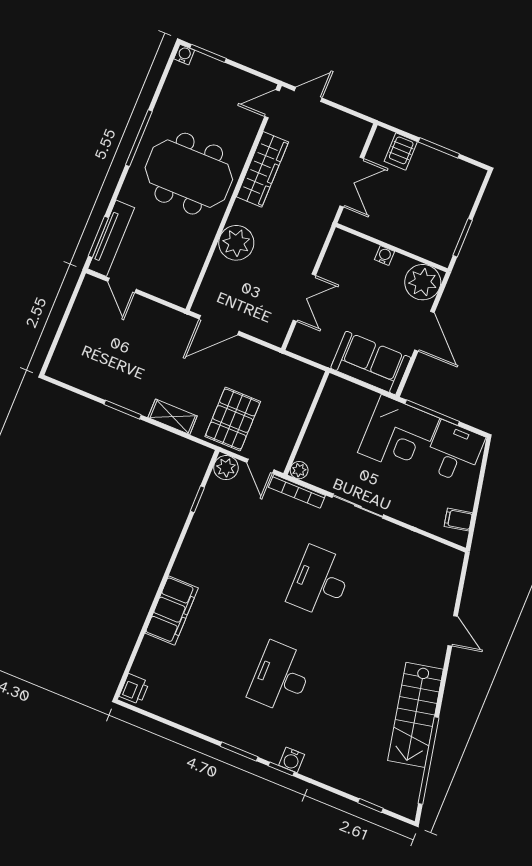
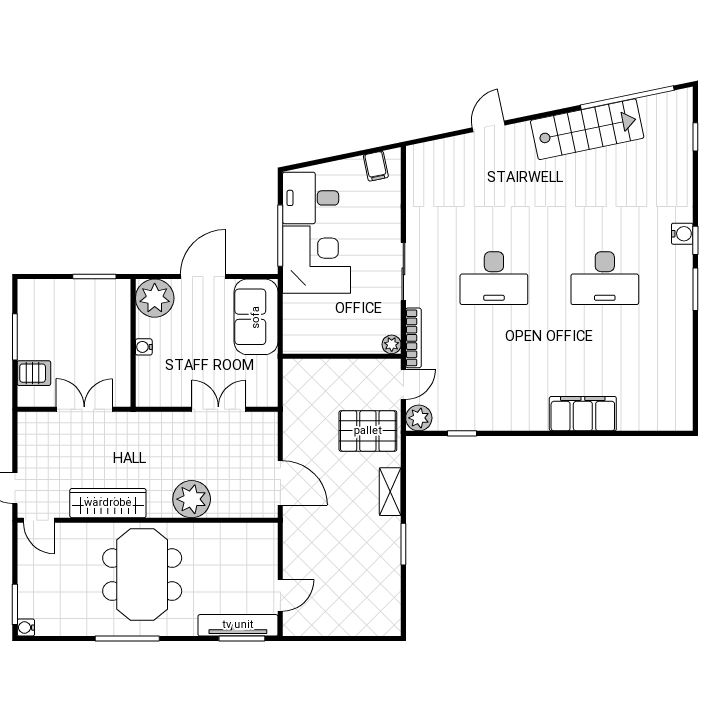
printer: (134, 689) -> (676, 419), removed

